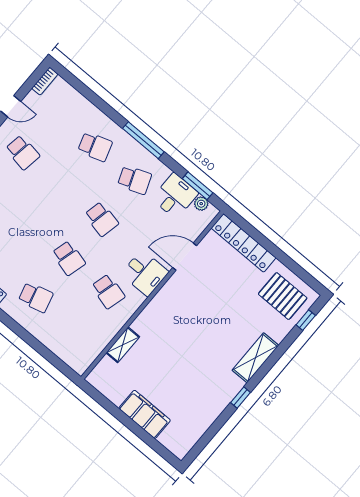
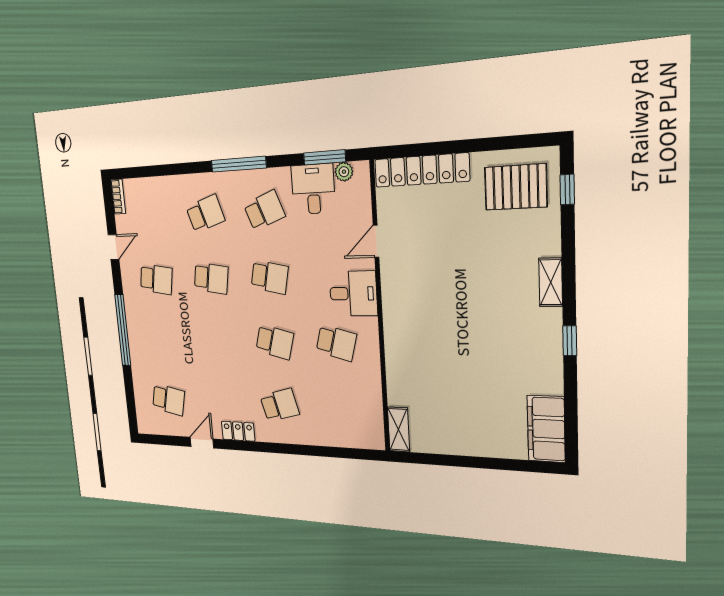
school desk: (62, 186) -> (211, 278), added
door: (185, 257) -> (376, 241), width x0.73
shelving: (123, 345) -> (399, 429), moved
shelving: (255, 358) -> (551, 282), width x0.67, depth x0.75
filing cabinet: (145, 414) -> (546, 429), moved, turned -90

